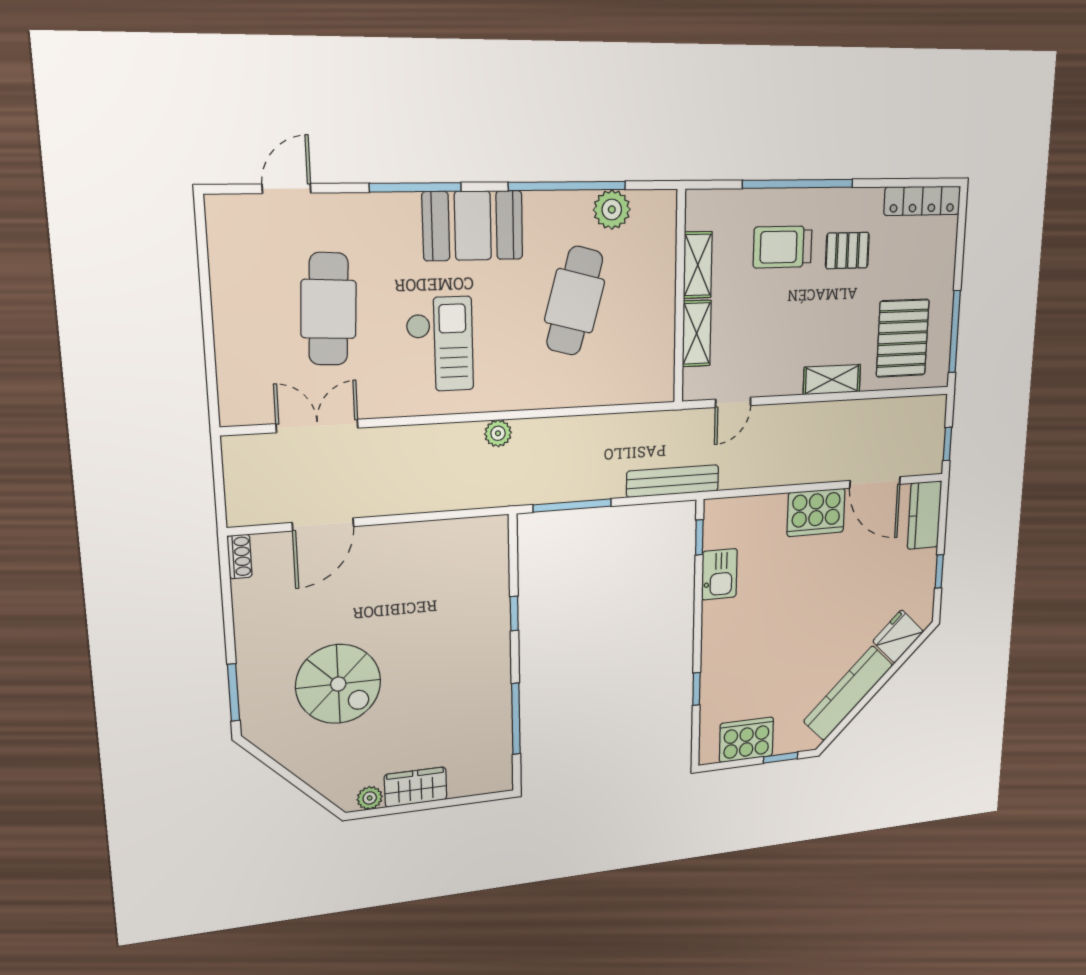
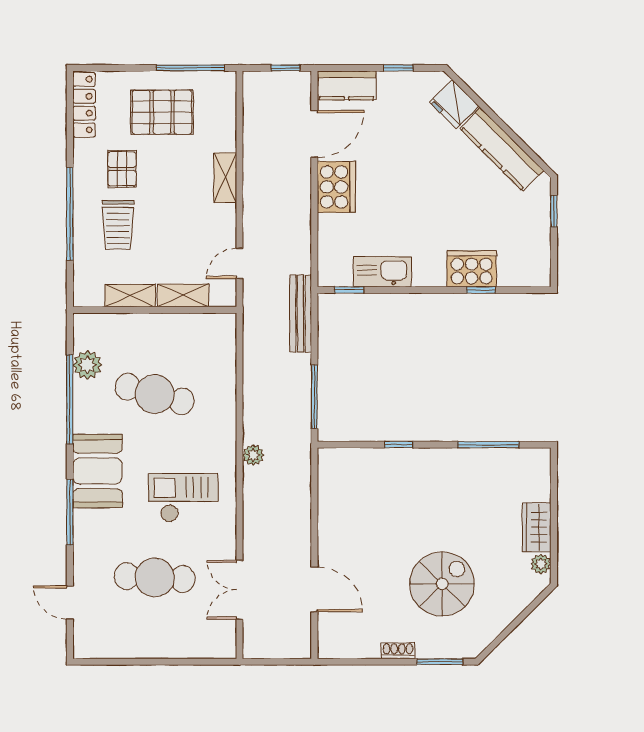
pallet: (903, 338) -> (162, 112), moved
door: (733, 402) -> (239, 263), swing flipped
shoe rack: (240, 557) -> (398, 651), moved
kitchen sink: (719, 574) -> (382, 272), width x1.38
cooker: (746, 740) -> (472, 269), moved, turned 90

